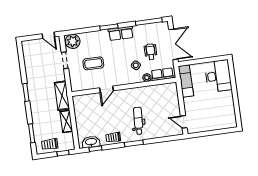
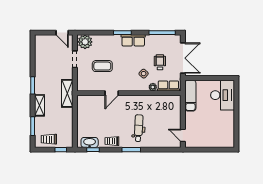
shelving: (66, 121) -> (39, 105), moved

